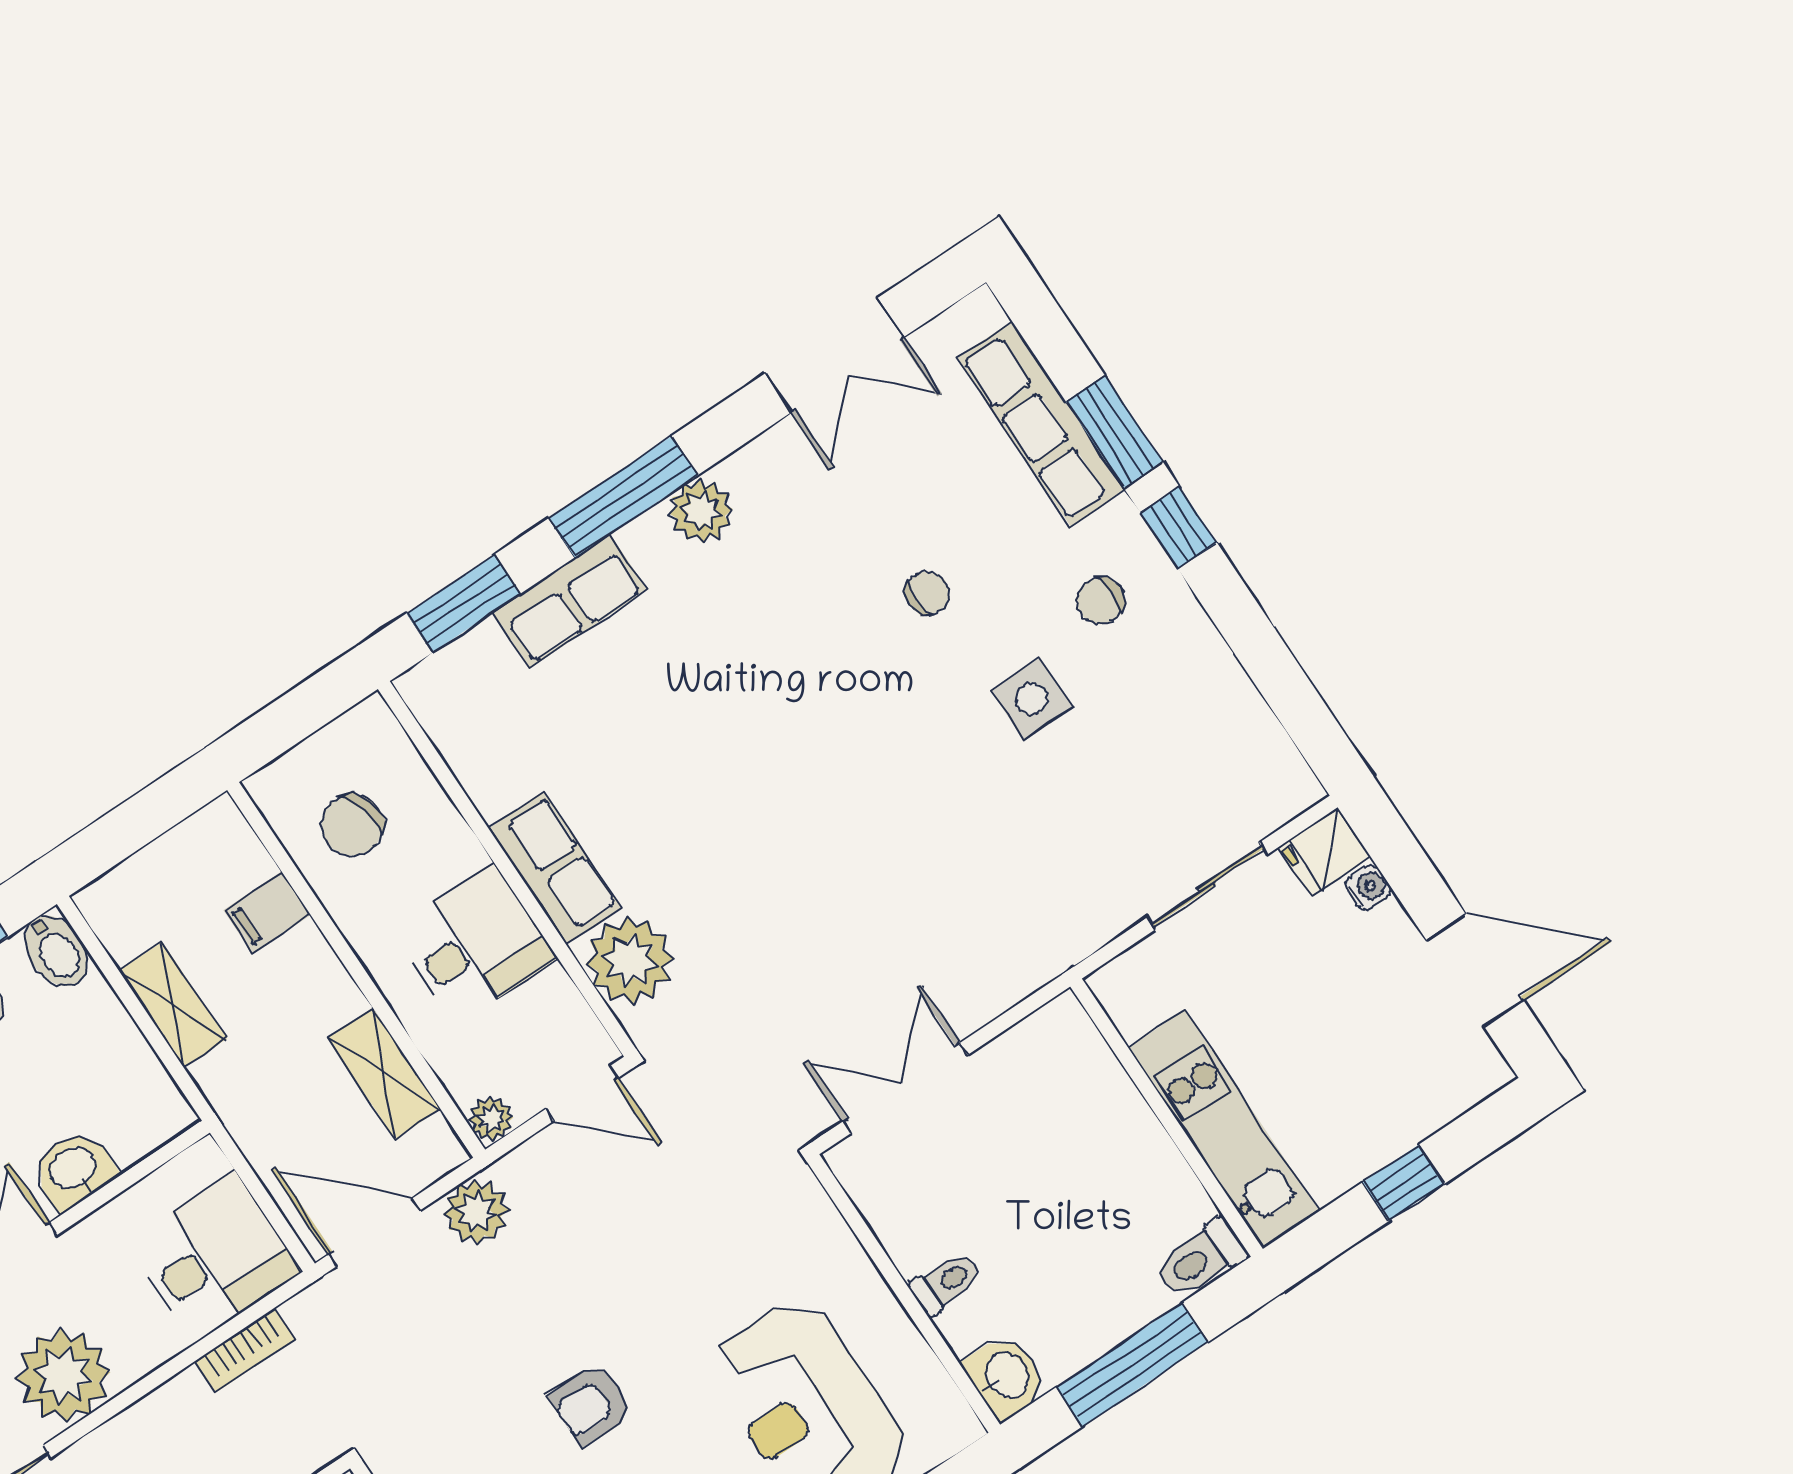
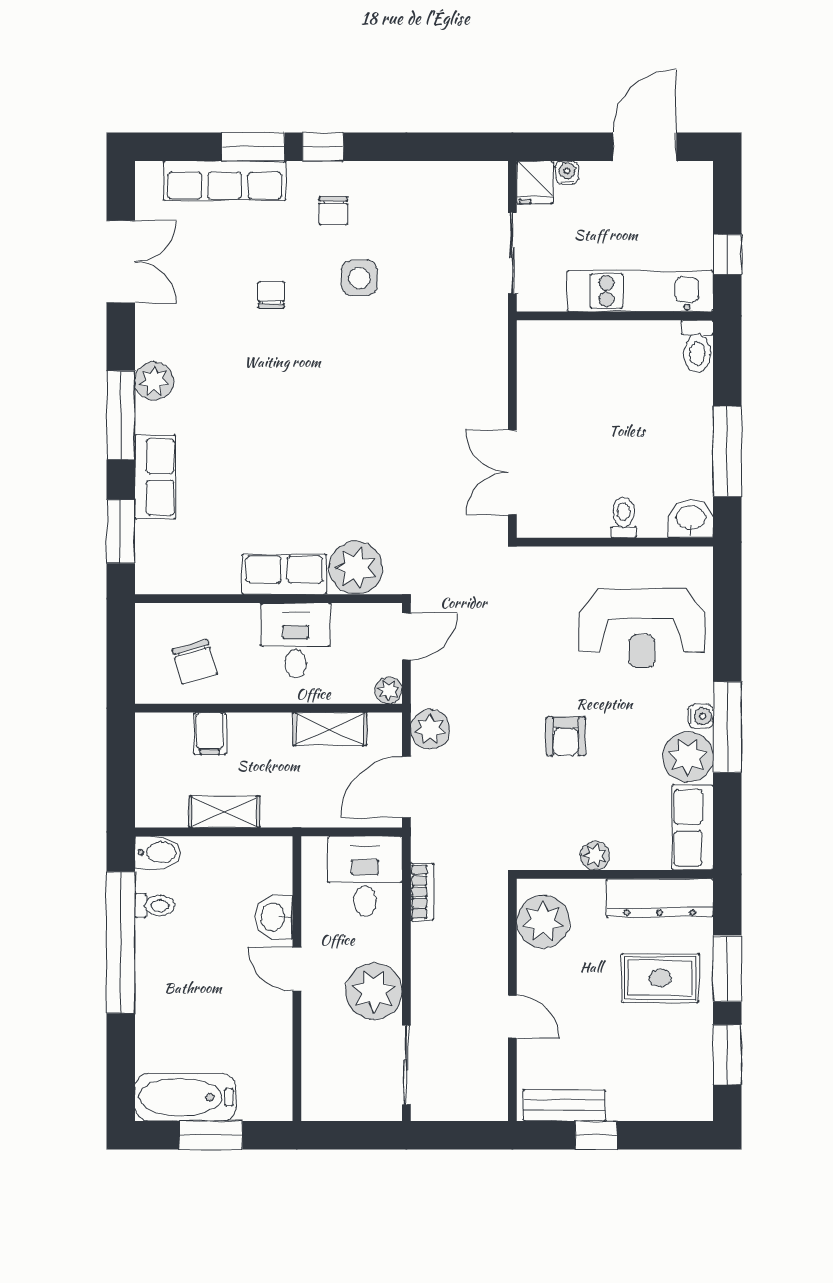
wall: (1166, 1118) -> (615, 316), moved
kitchen unit: (1224, 1129) -> (640, 291), moved
toilet: (1201, 1259) -> (697, 346), moved

